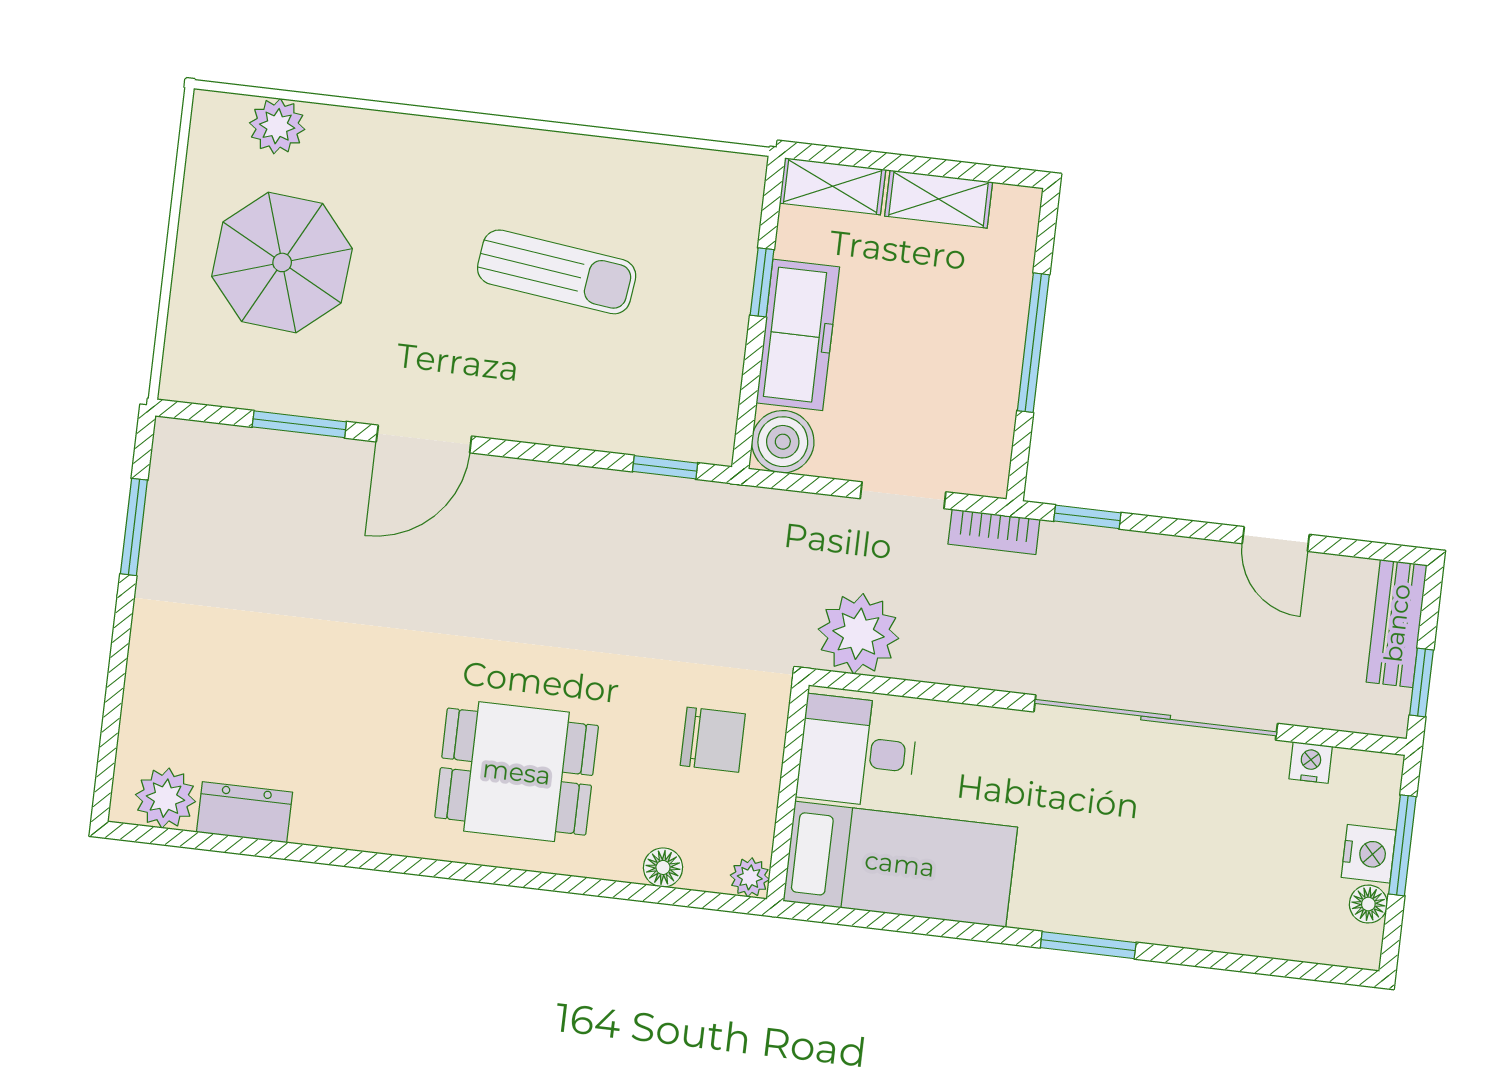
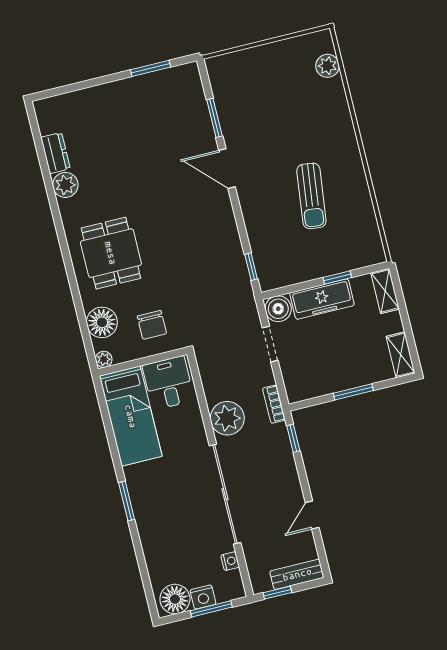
shelving: (939, 199) -> (401, 355), moved
parasol: (282, 262) -> (275, 88), removed
window: (1033, 343) -> (353, 392), width x0.69
doorway: (903, 495) -> (270, 344), moved
plant: (858, 634) -> (227, 418), moved
plant: (165, 798) -> (65, 185), moved
floor lamp: (663, 867) -> (102, 322), width x1.89, depth x1.89
floor lamp: (1368, 904) -> (175, 599), width x1.89, depth x1.89

